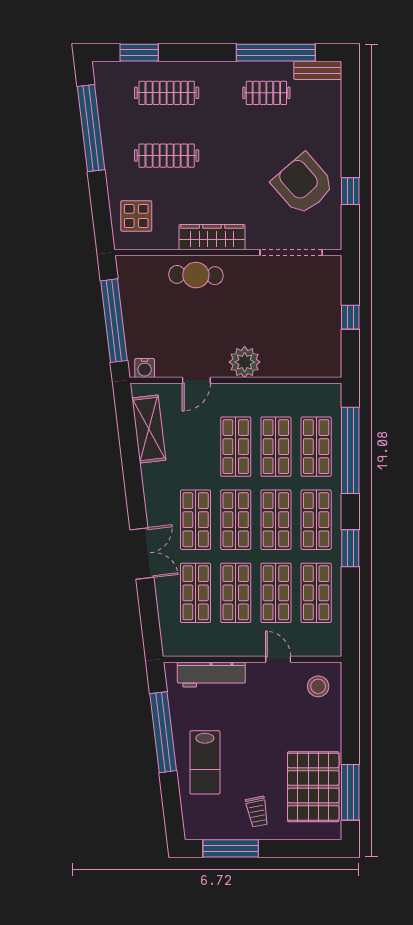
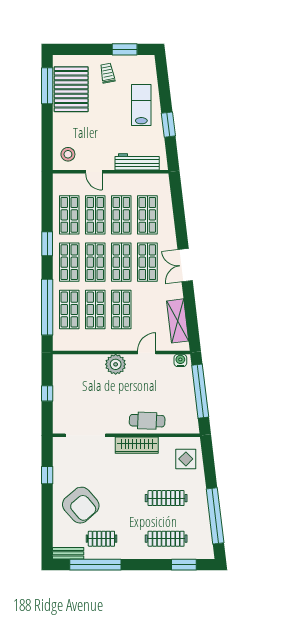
armchair: (303, 184) -> (81, 505), moved
double door: (142, 554) -> (185, 265), moved
window: (163, 732) -> (168, 125), width x0.47
window: (231, 848) -> (125, 49), width x0.69

